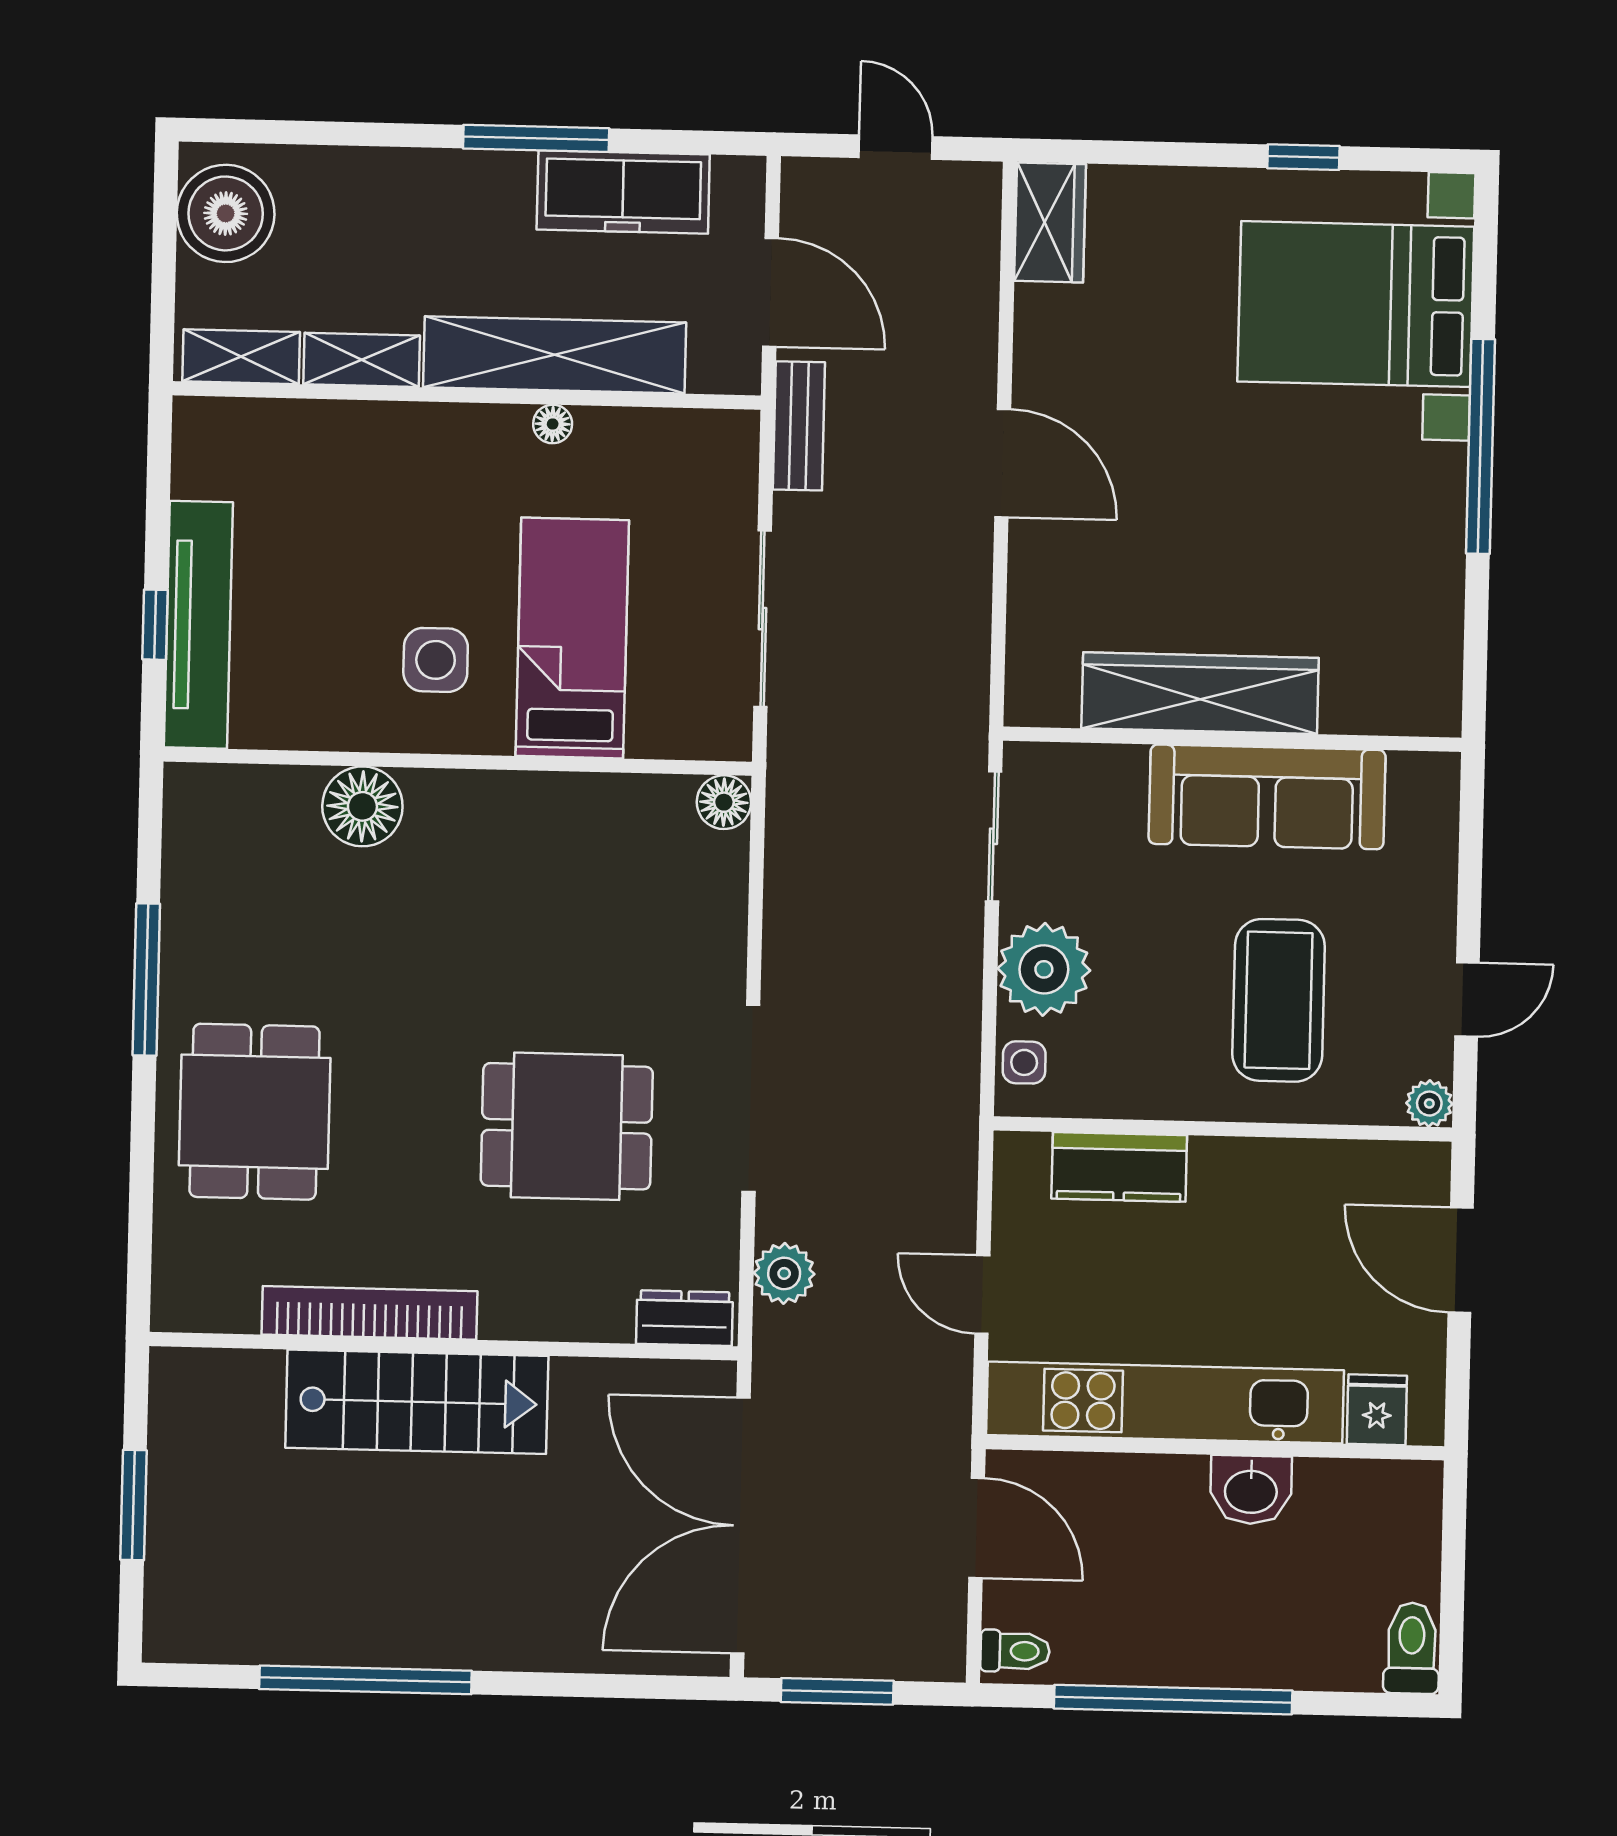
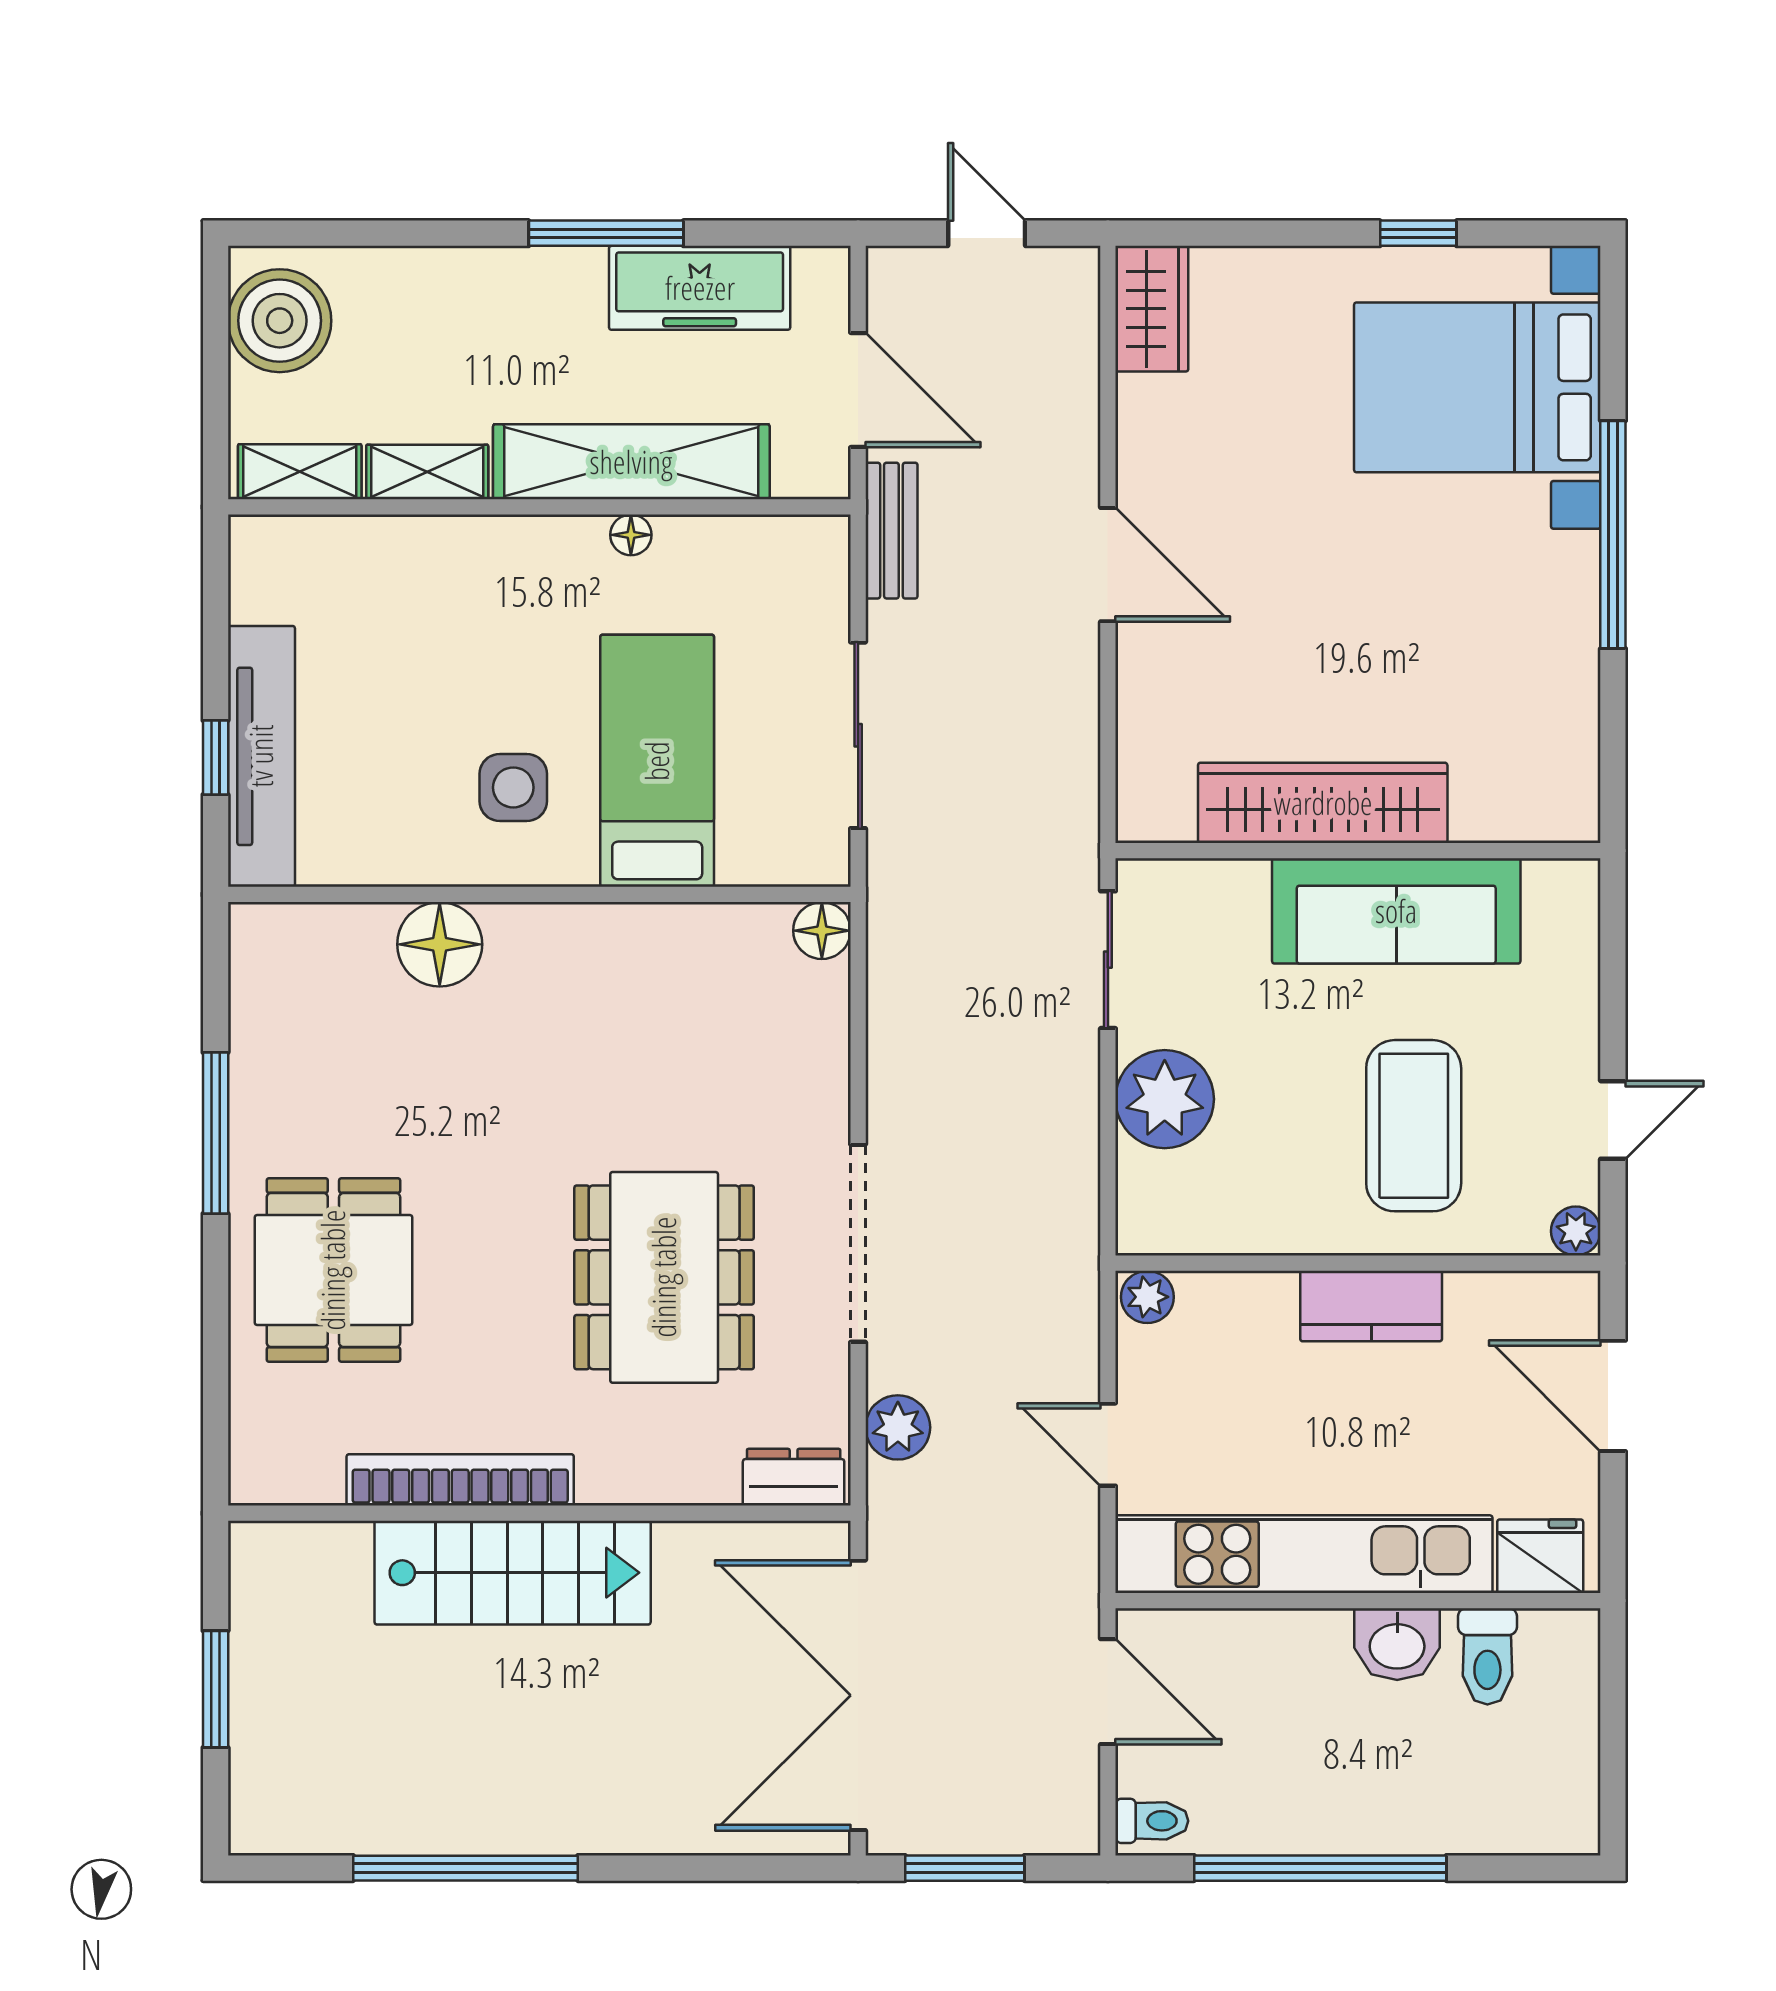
side table: (1024, 1062) -> (1146, 1198), removed
dining table: (567, 1126) -> (664, 1277), width x1.38
plant: (1023, 1156) -> (1147, 1297), added
kitchen counter: (1119, 1167) -> (1371, 1306), moved
fridge: (1377, 1410) -> (1540, 1556), width x1.38
toilet: (1412, 1648) -> (1487, 1656), moved, turned 180

